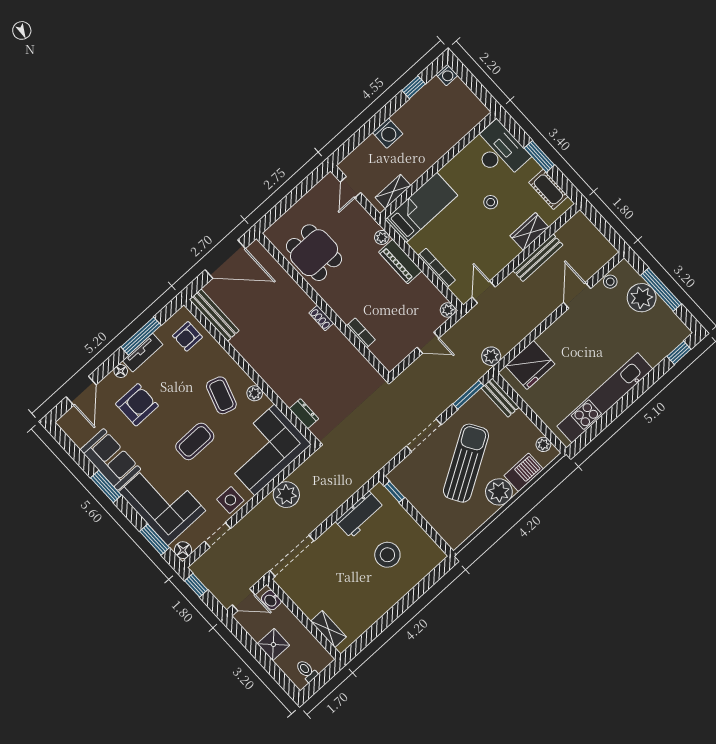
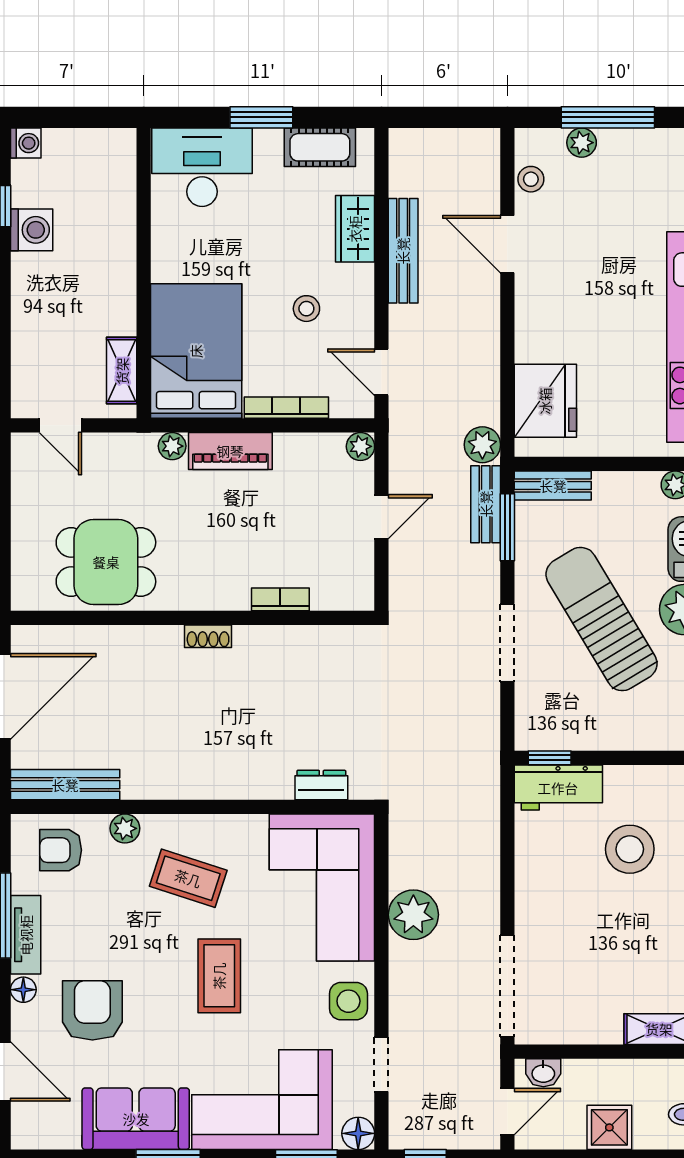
washing machine: (388, 133) -> (32, 230), moved
stool: (491, 202) -> (306, 309), moved
bed: (421, 207) -> (196, 351), width x1.50
plant: (642, 298) -> (582, 143), width x0.53, depth x0.53
armchair: (187, 336) -> (61, 850), turned 90
bench: (469, 378) -> (486, 504), added
plant: (255, 393) -> (125, 828), moved
workbench: (360, 515) -> (558, 788), moved, turned 90

